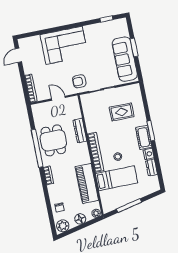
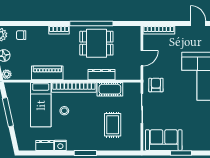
sofa: (125, 59) -> (164, 140), width x0.73
cot: (144, 137) -> (110, 89), moved
piano: (87, 183) -> (47, 73), width x0.73, depth x0.75

